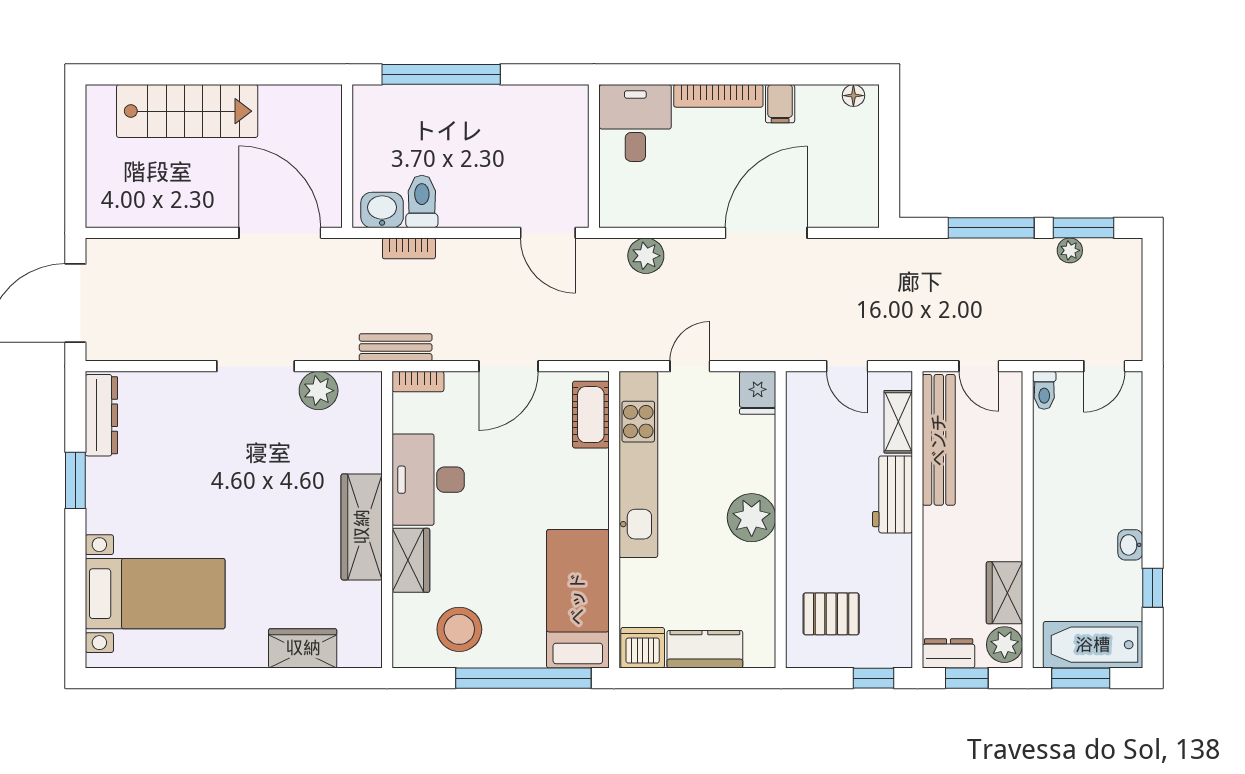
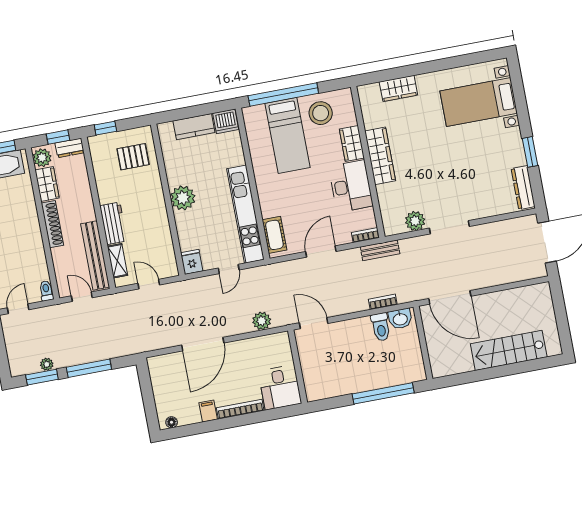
shoe rack: (1009, 515) -> (52, 224), added
bed: (578, 599) -> (287, 135), moved

